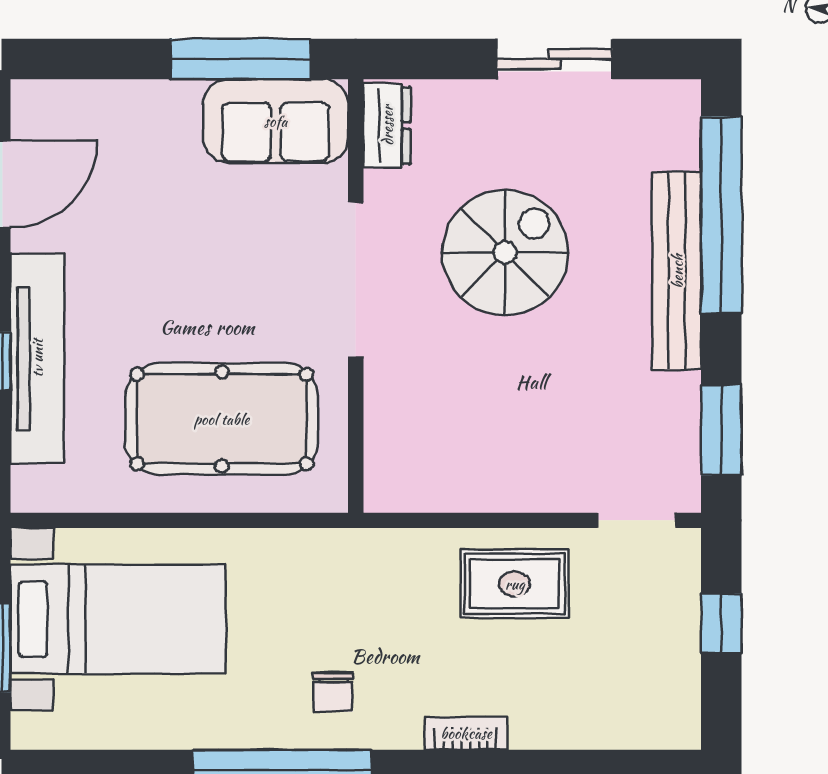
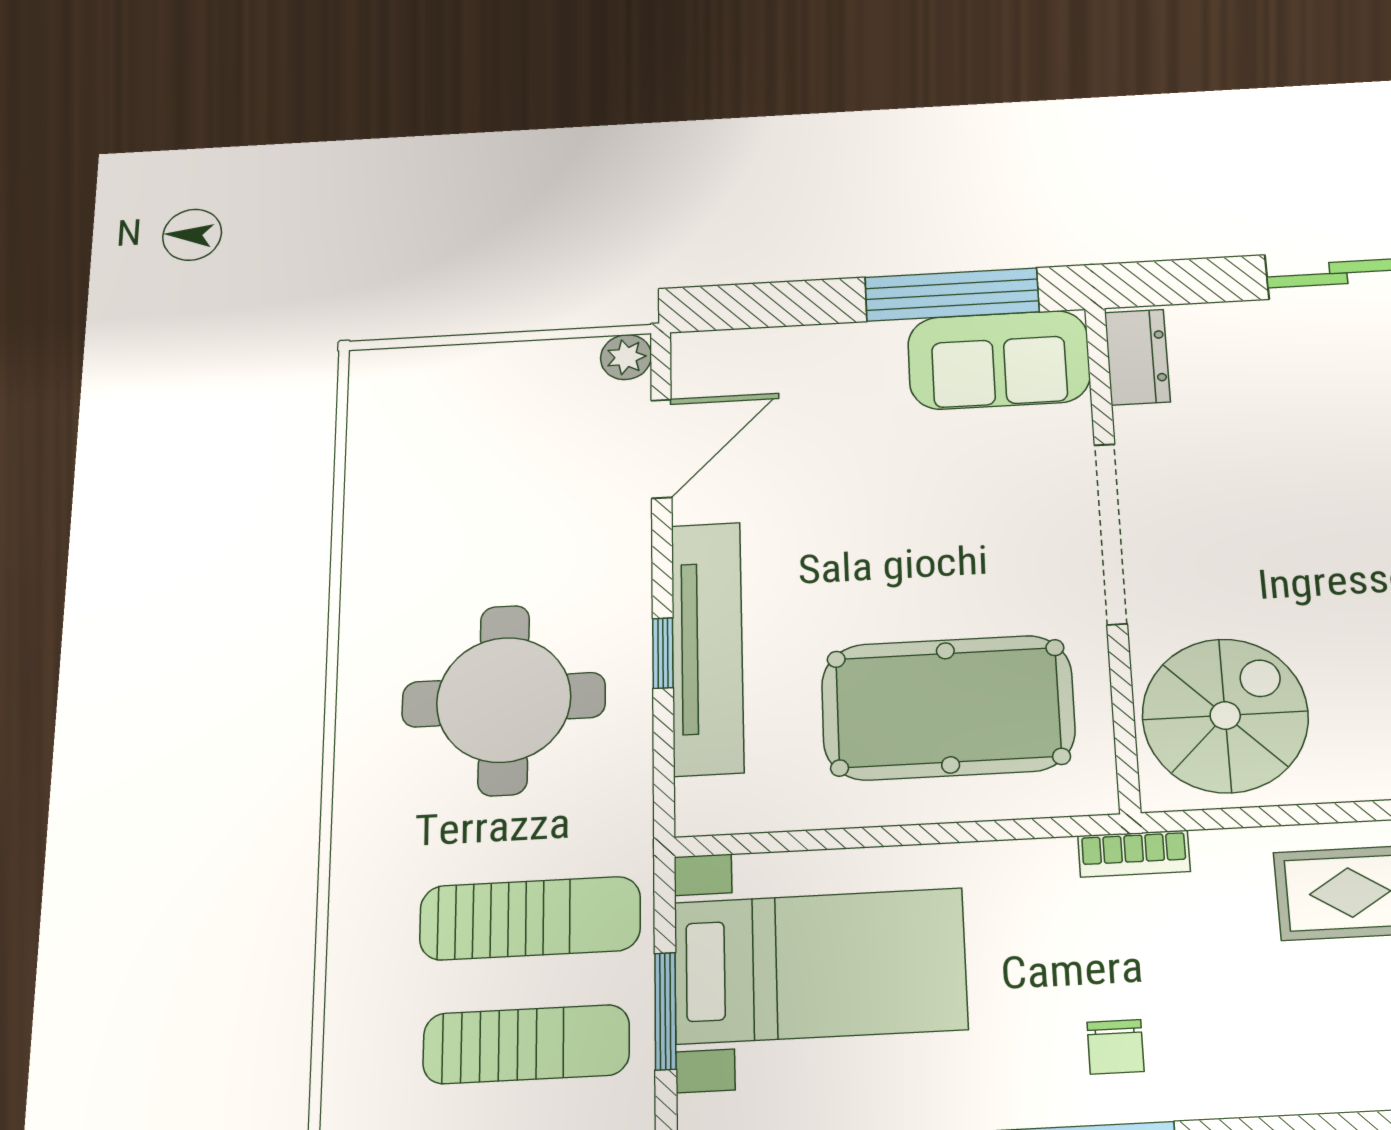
spiral stairs: (505, 253) -> (1225, 715), moved
bookcase: (466, 733) -> (1134, 854), moved, turned 180

